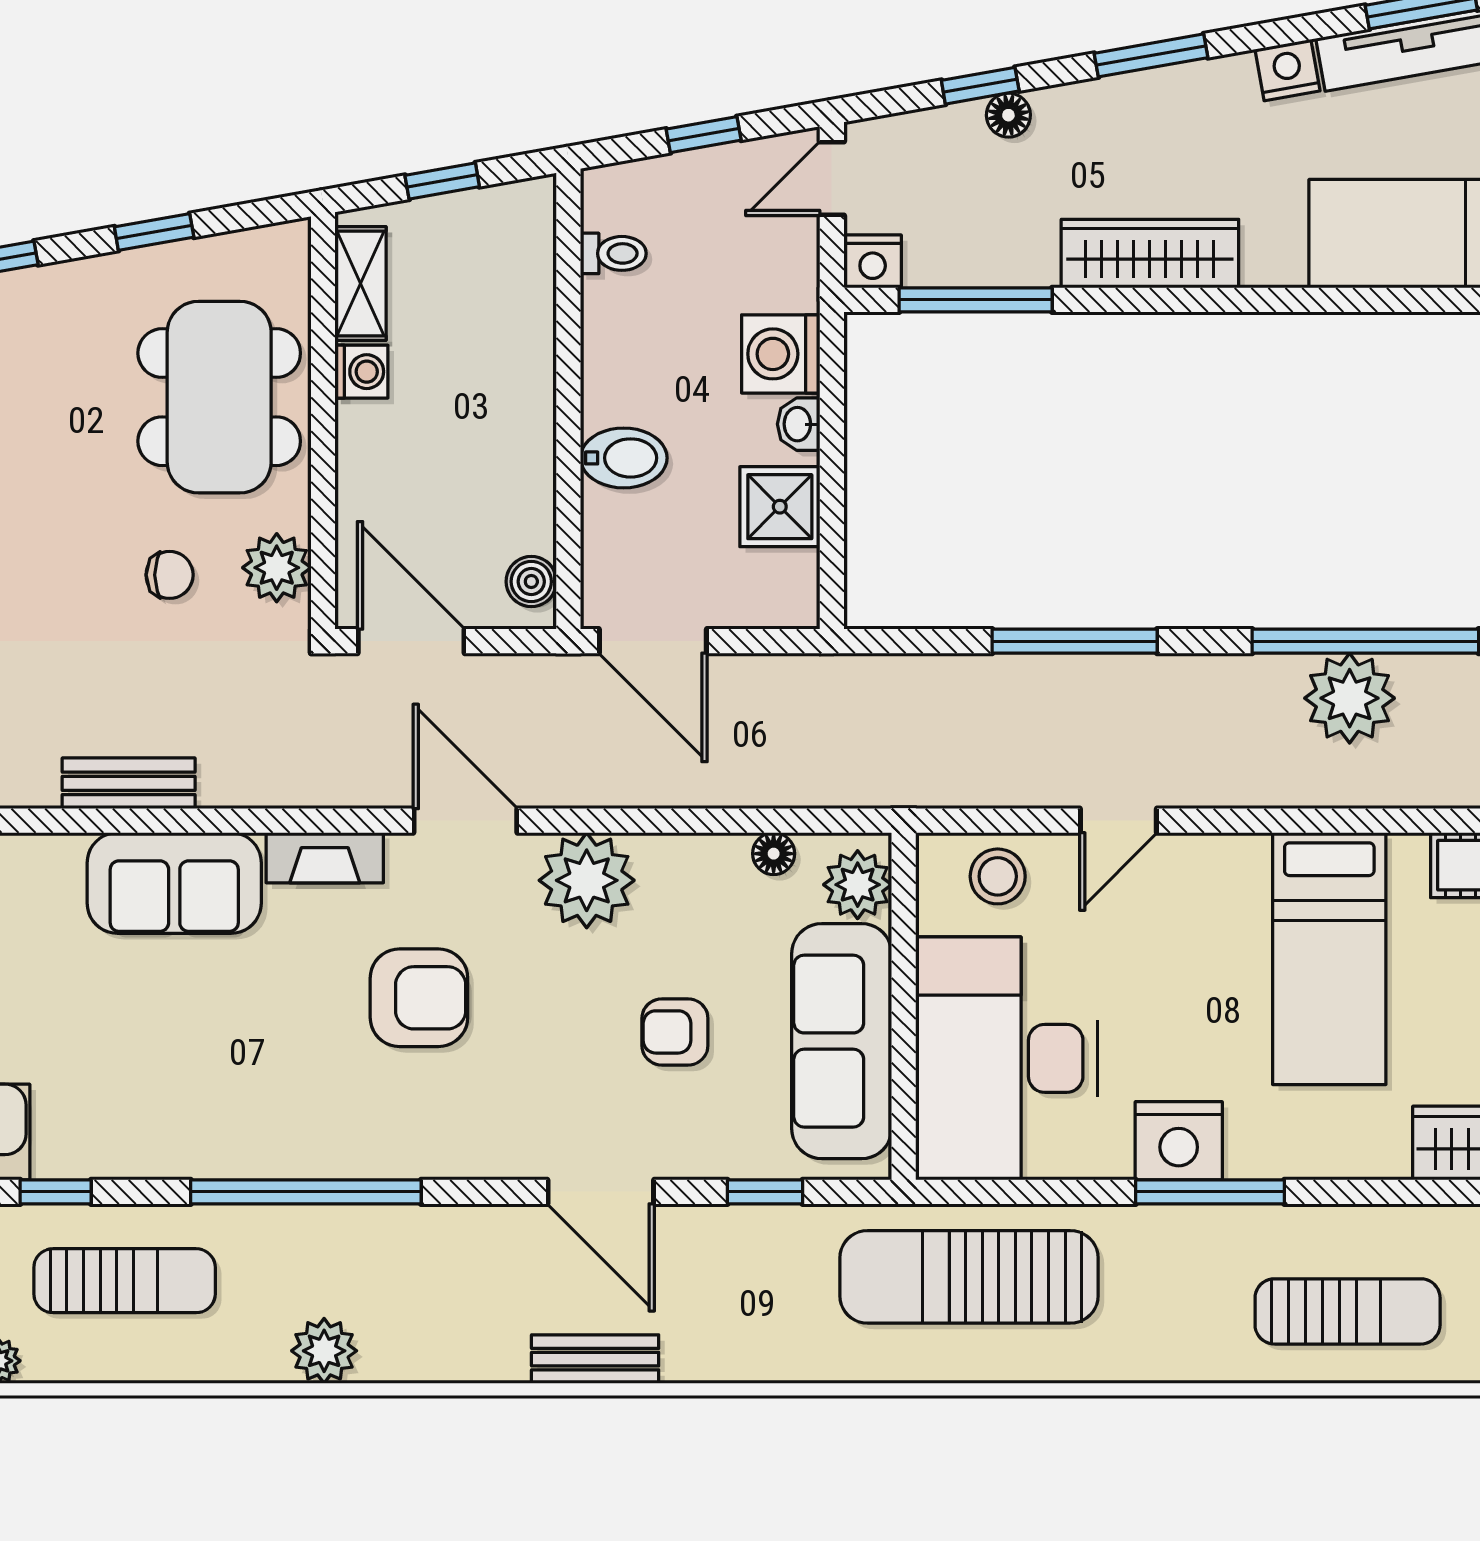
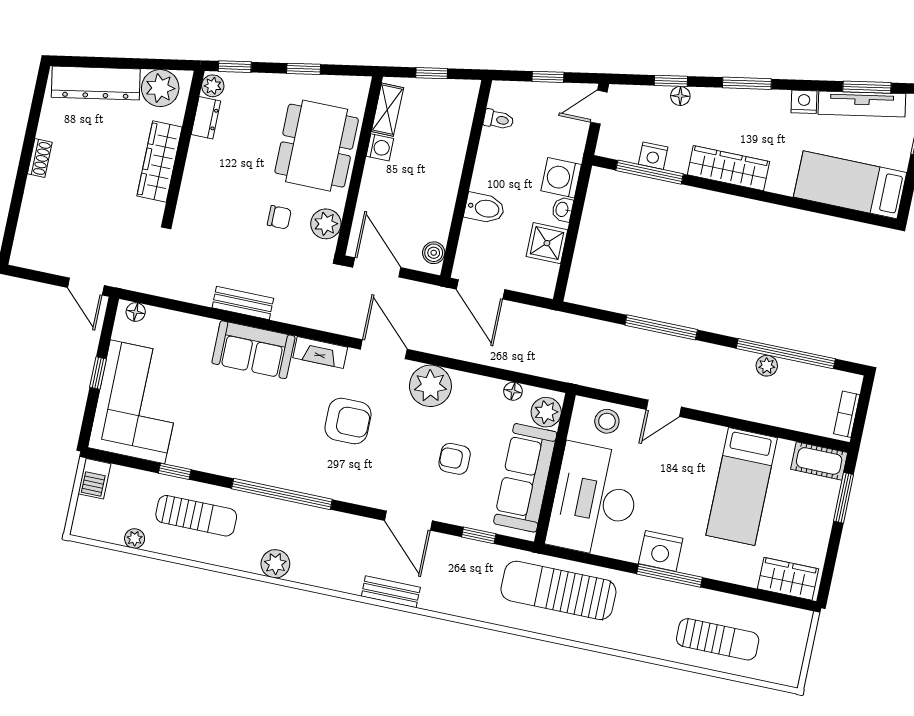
nightstand: (873, 261) -> (653, 156), moved
plant: (1350, 698) -> (767, 366), width x0.53, depth x0.53

